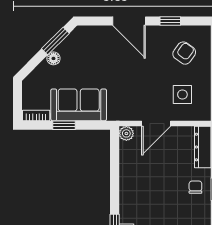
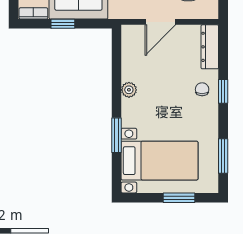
plant: (126, 133) -> (129, 90), moved

